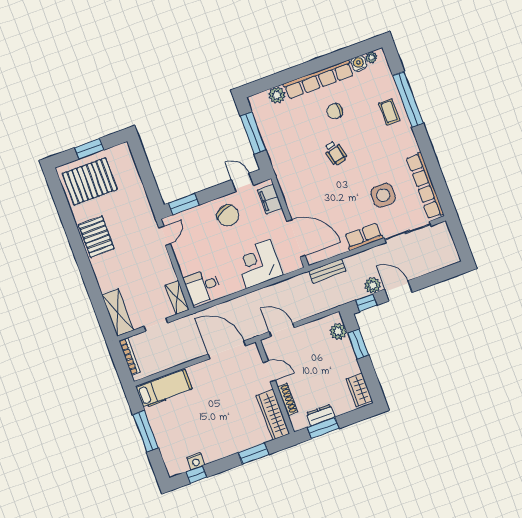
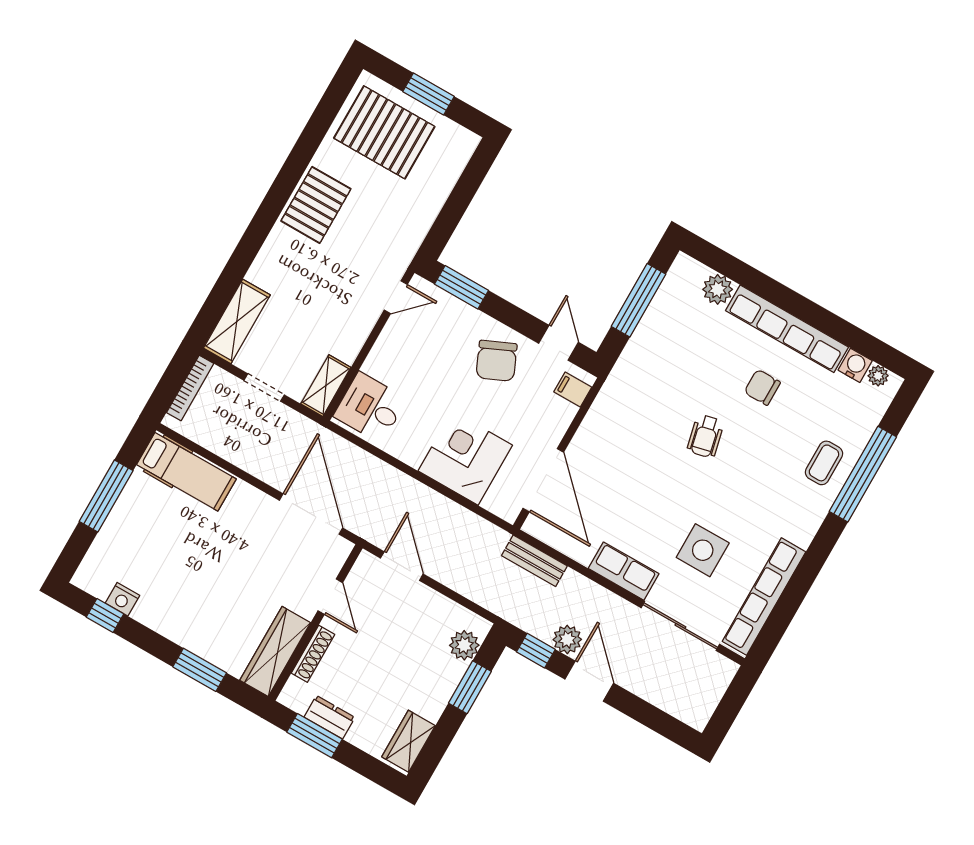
filing cabinet: (270, 199) -> (573, 390), width x0.50

